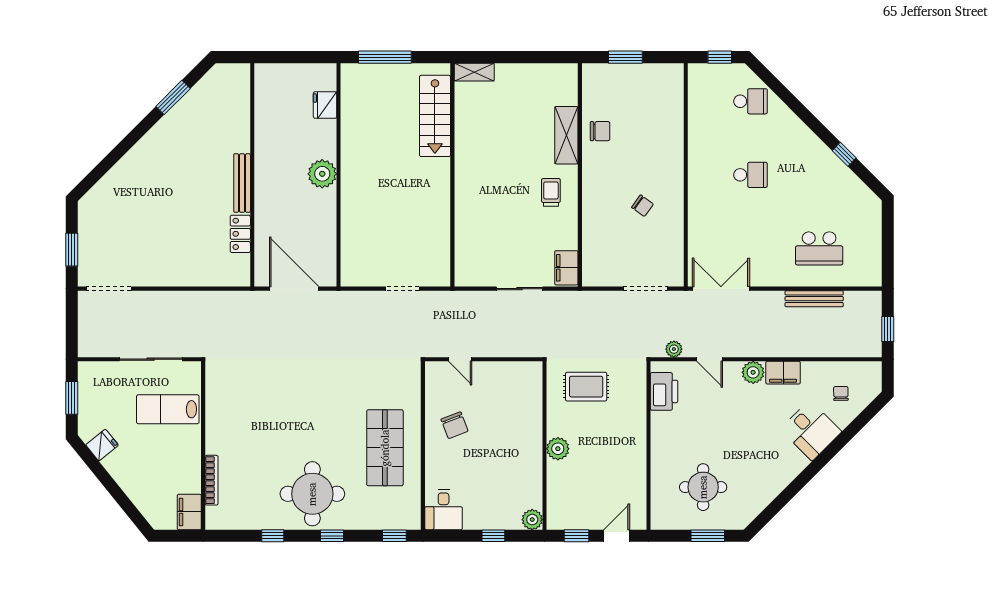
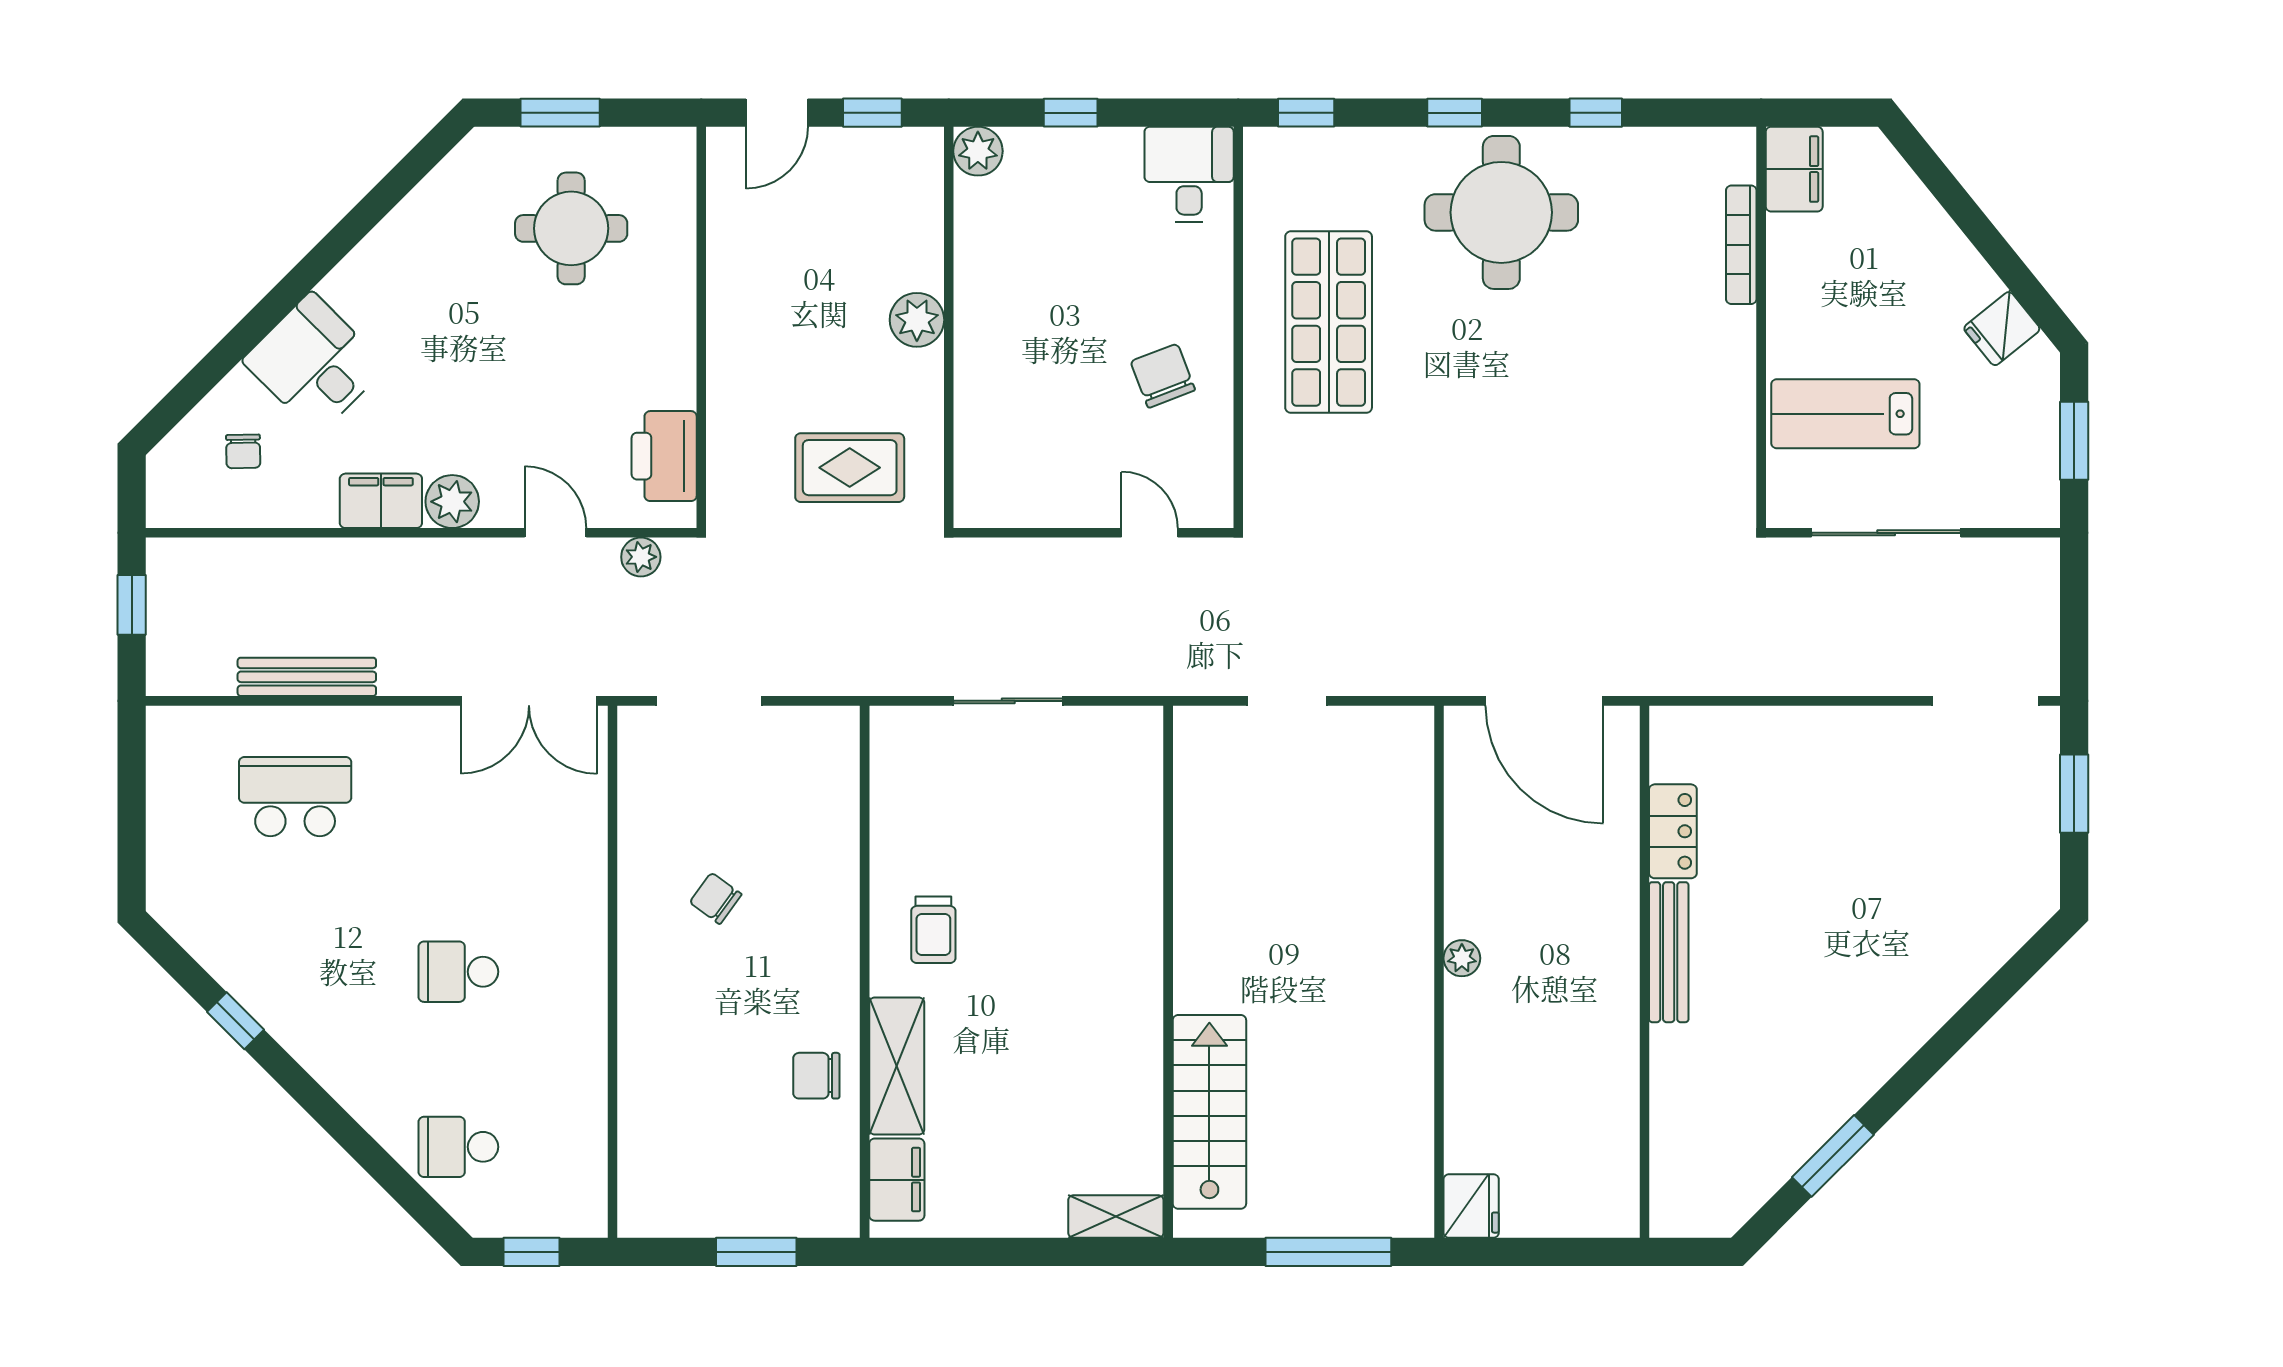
fridge: (325, 105) -> (1471, 1206), moved
plant: (322, 174) -> (1462, 958), width x0.53, depth x0.53
filing cabinet: (566, 268) -> (897, 1180), moved
lab bench: (168, 409) -> (1845, 414), turned 180

